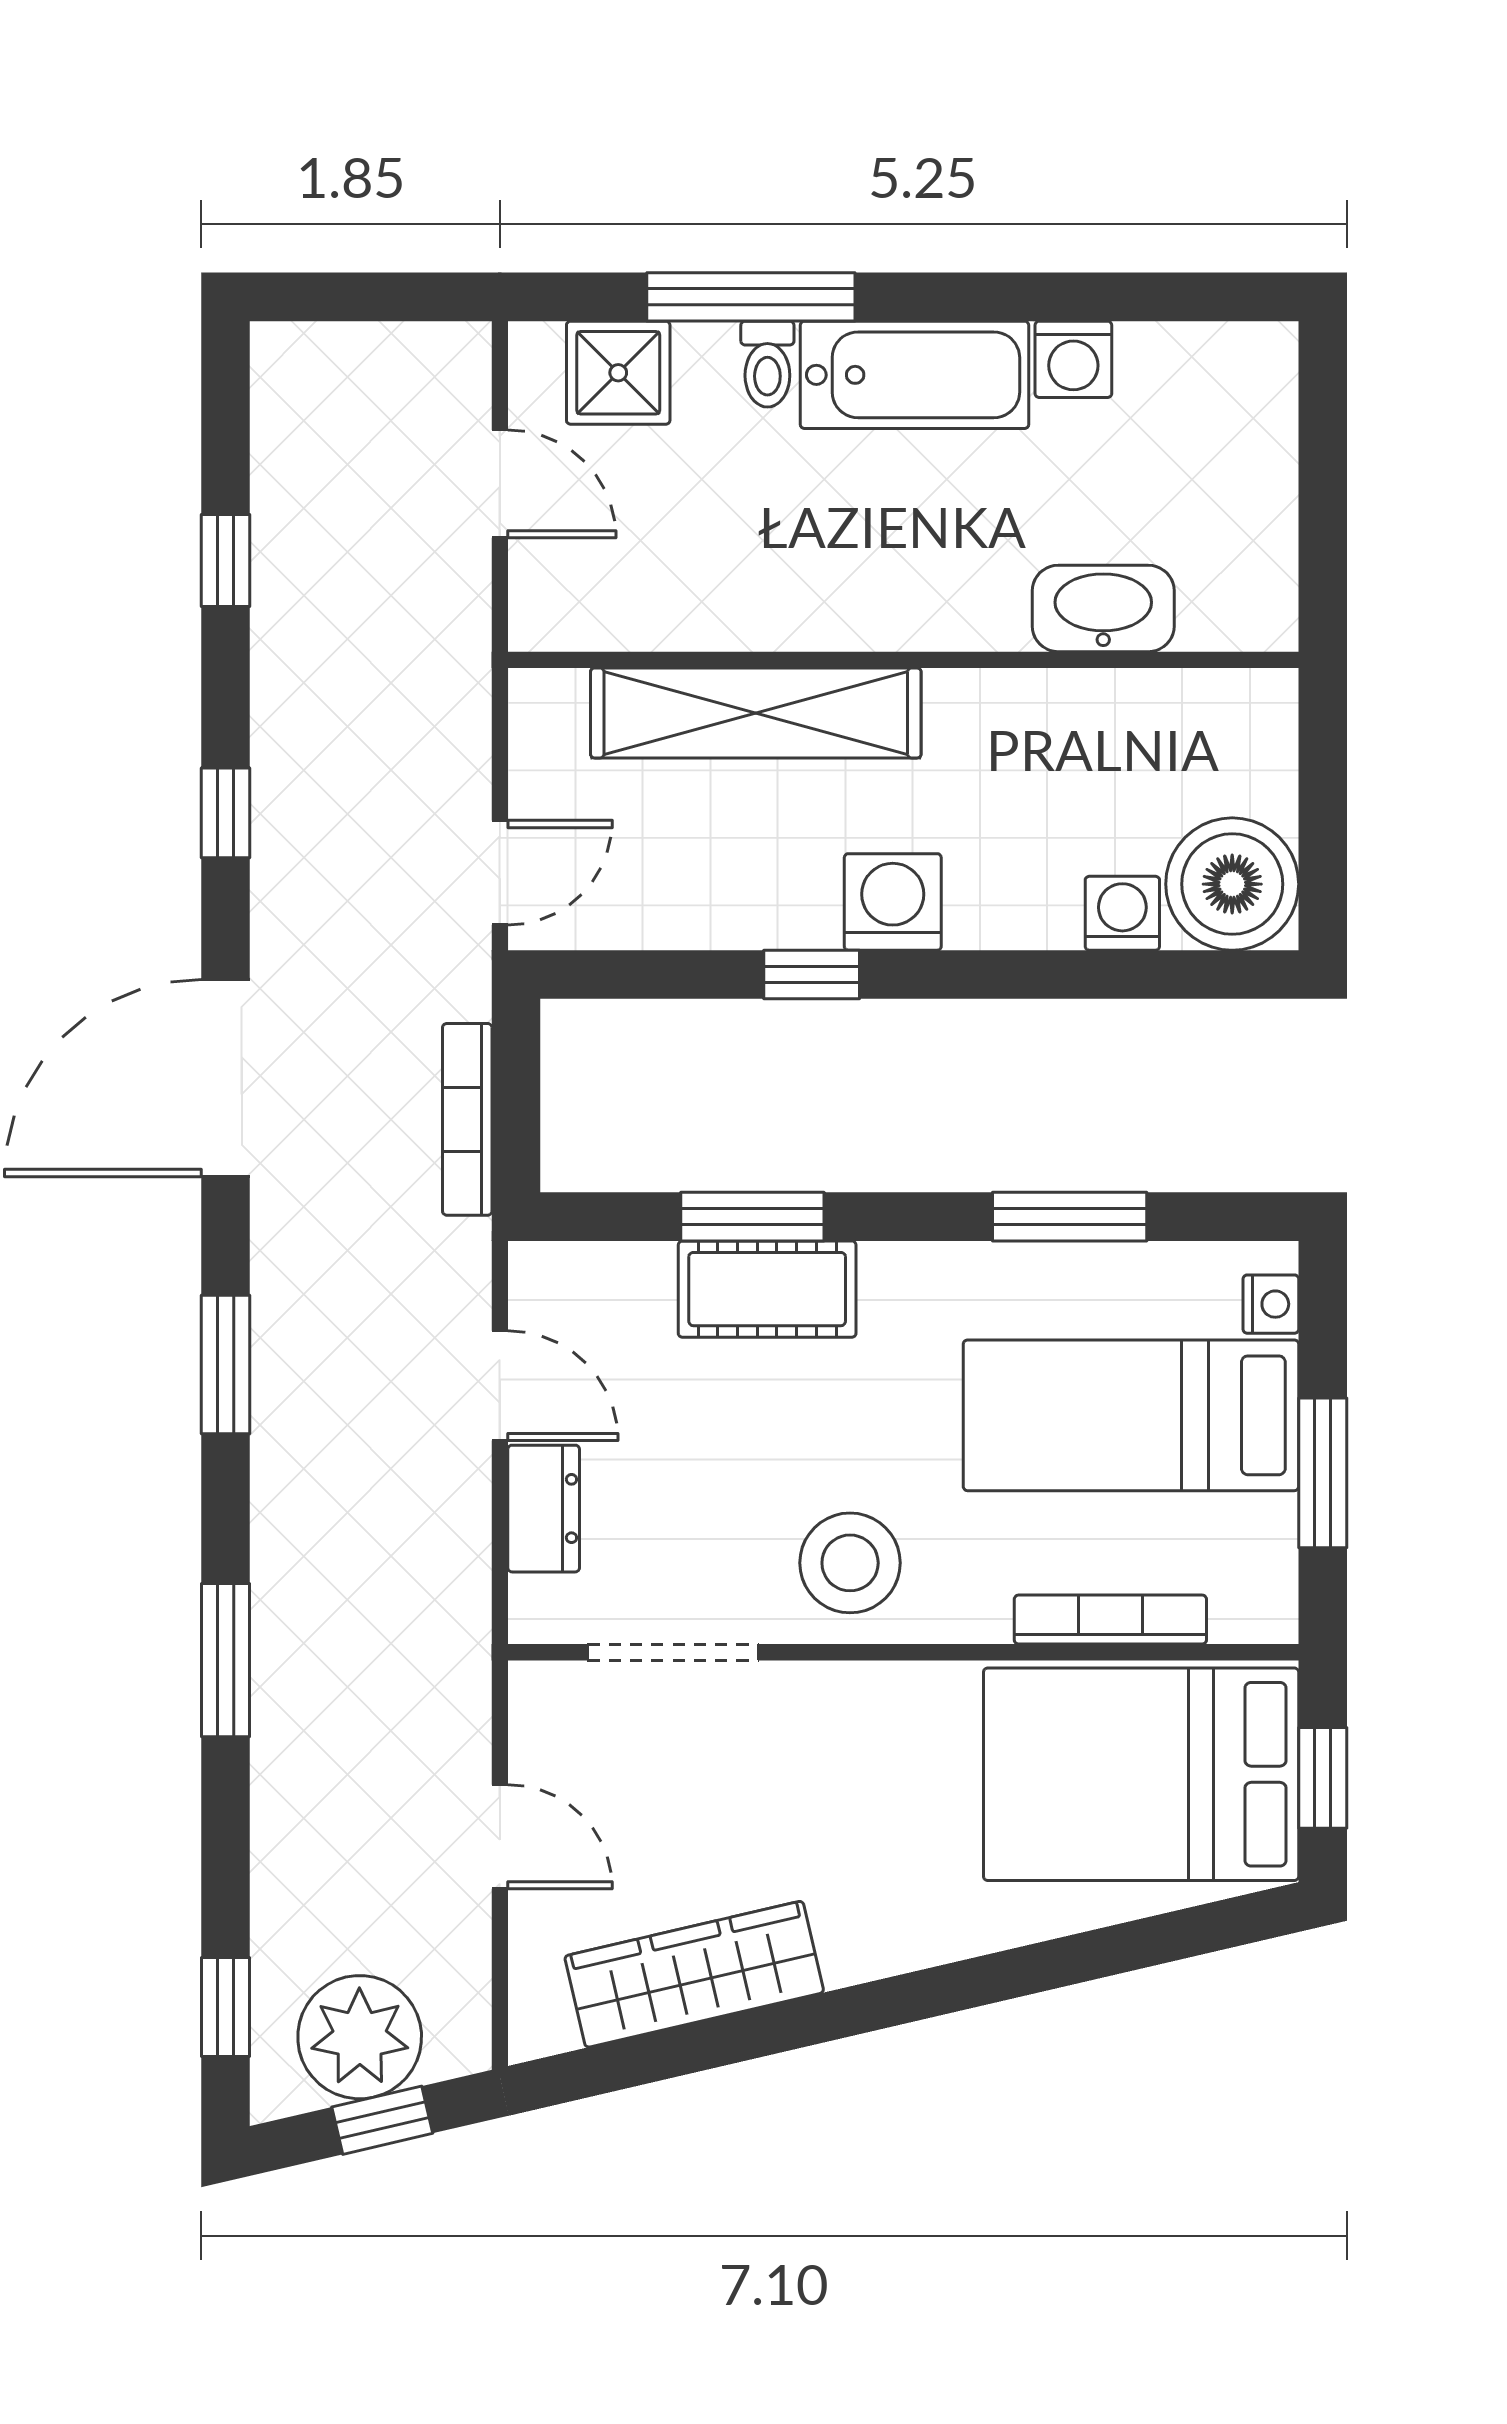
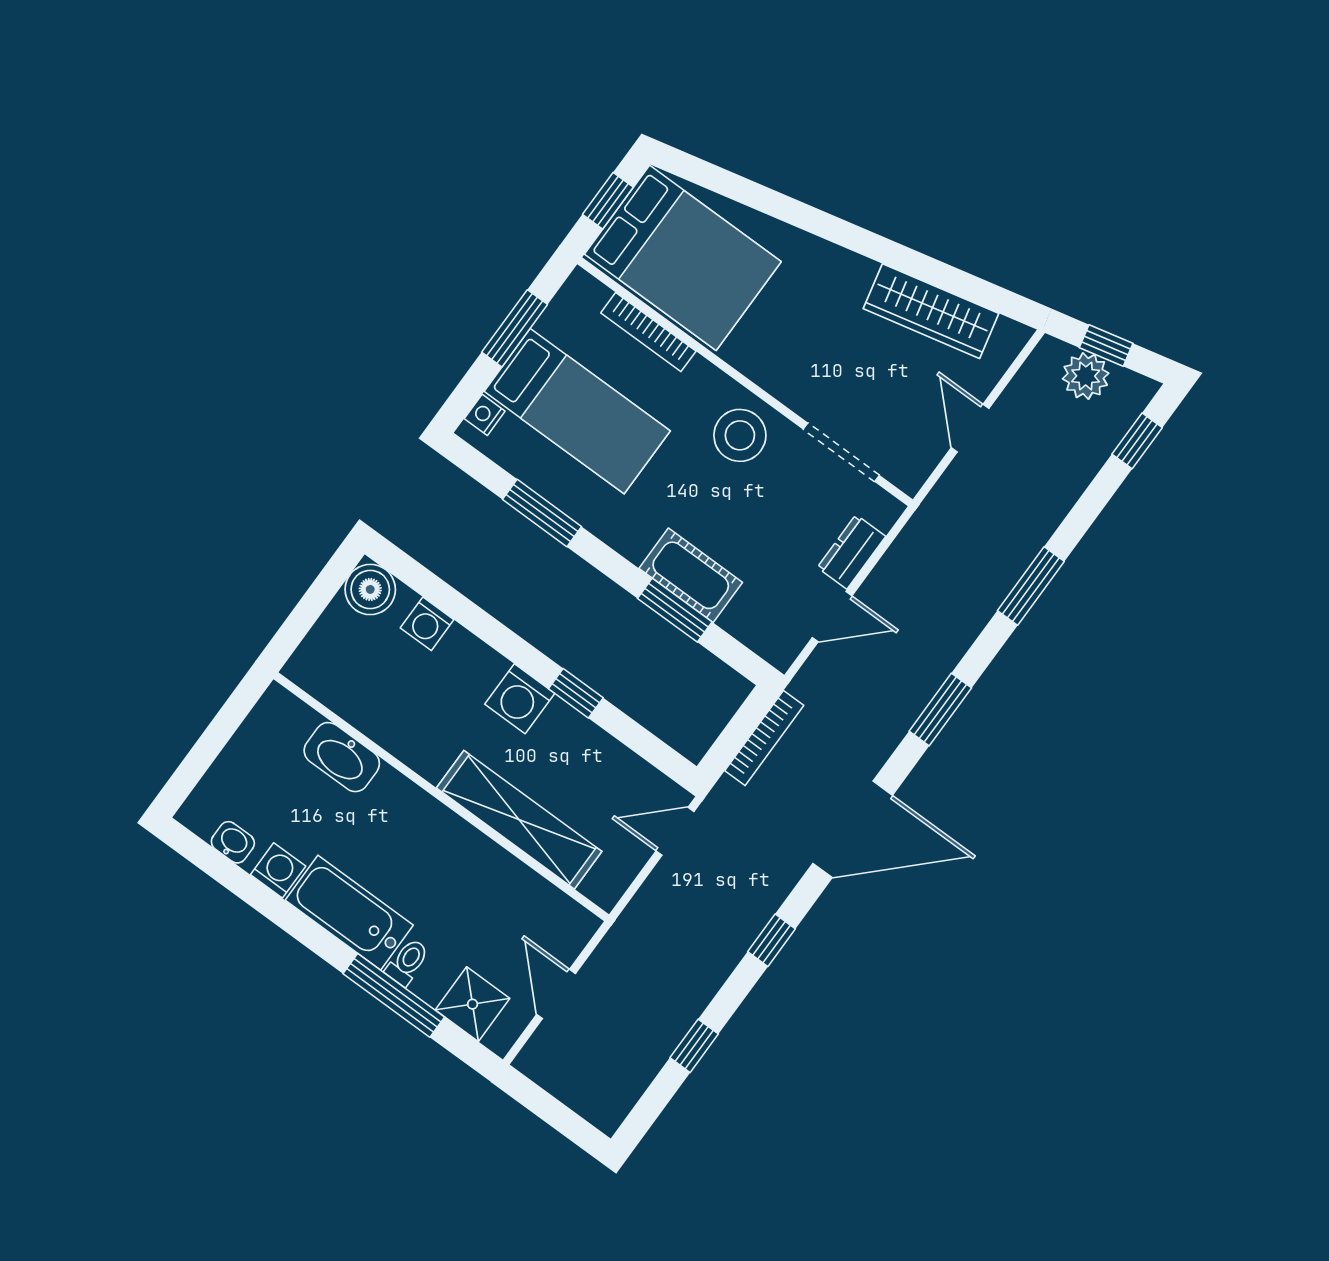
washbasin: (1176, 352) -> (233, 842), added
boiler: (1232, 884) -> (370, 589), width x0.73, depth x0.73
door: (500, 1386) -> (832, 617), swing flipped
plant: (360, 2037) -> (1086, 376), width x0.73, depth x0.73

